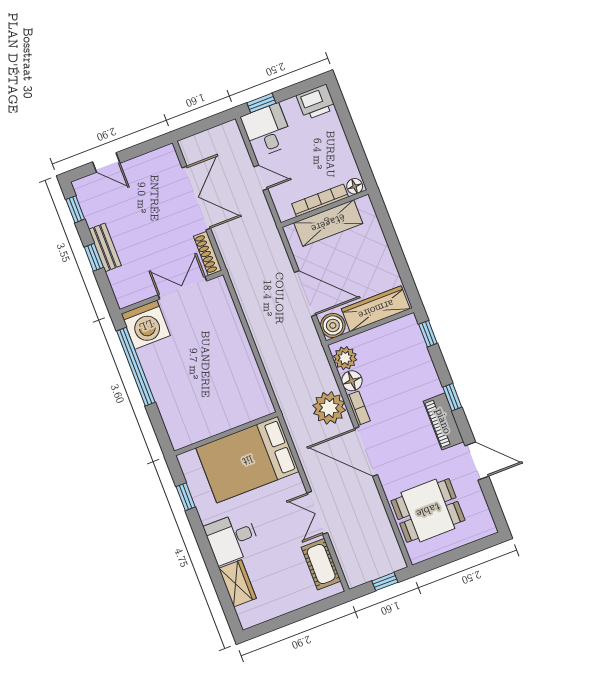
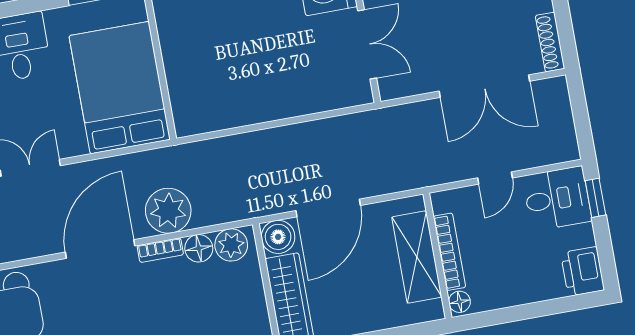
shoe rack: (208, 253) -> (550, 42), moved, turned -90

